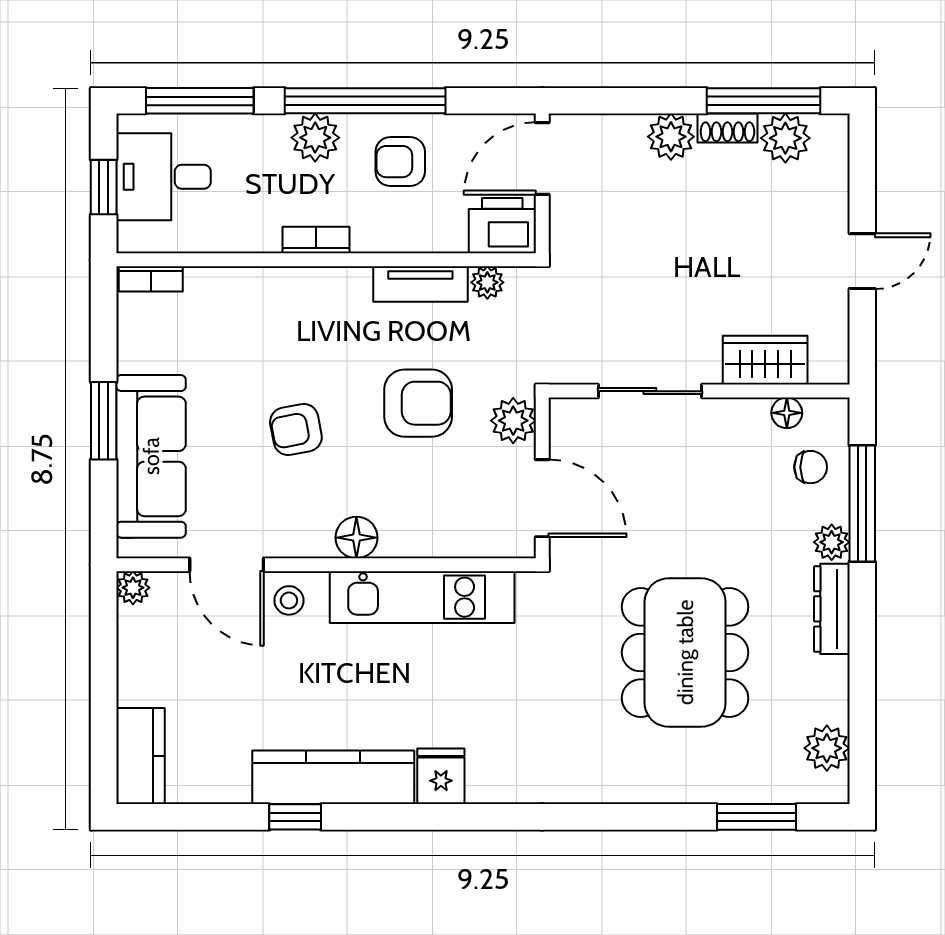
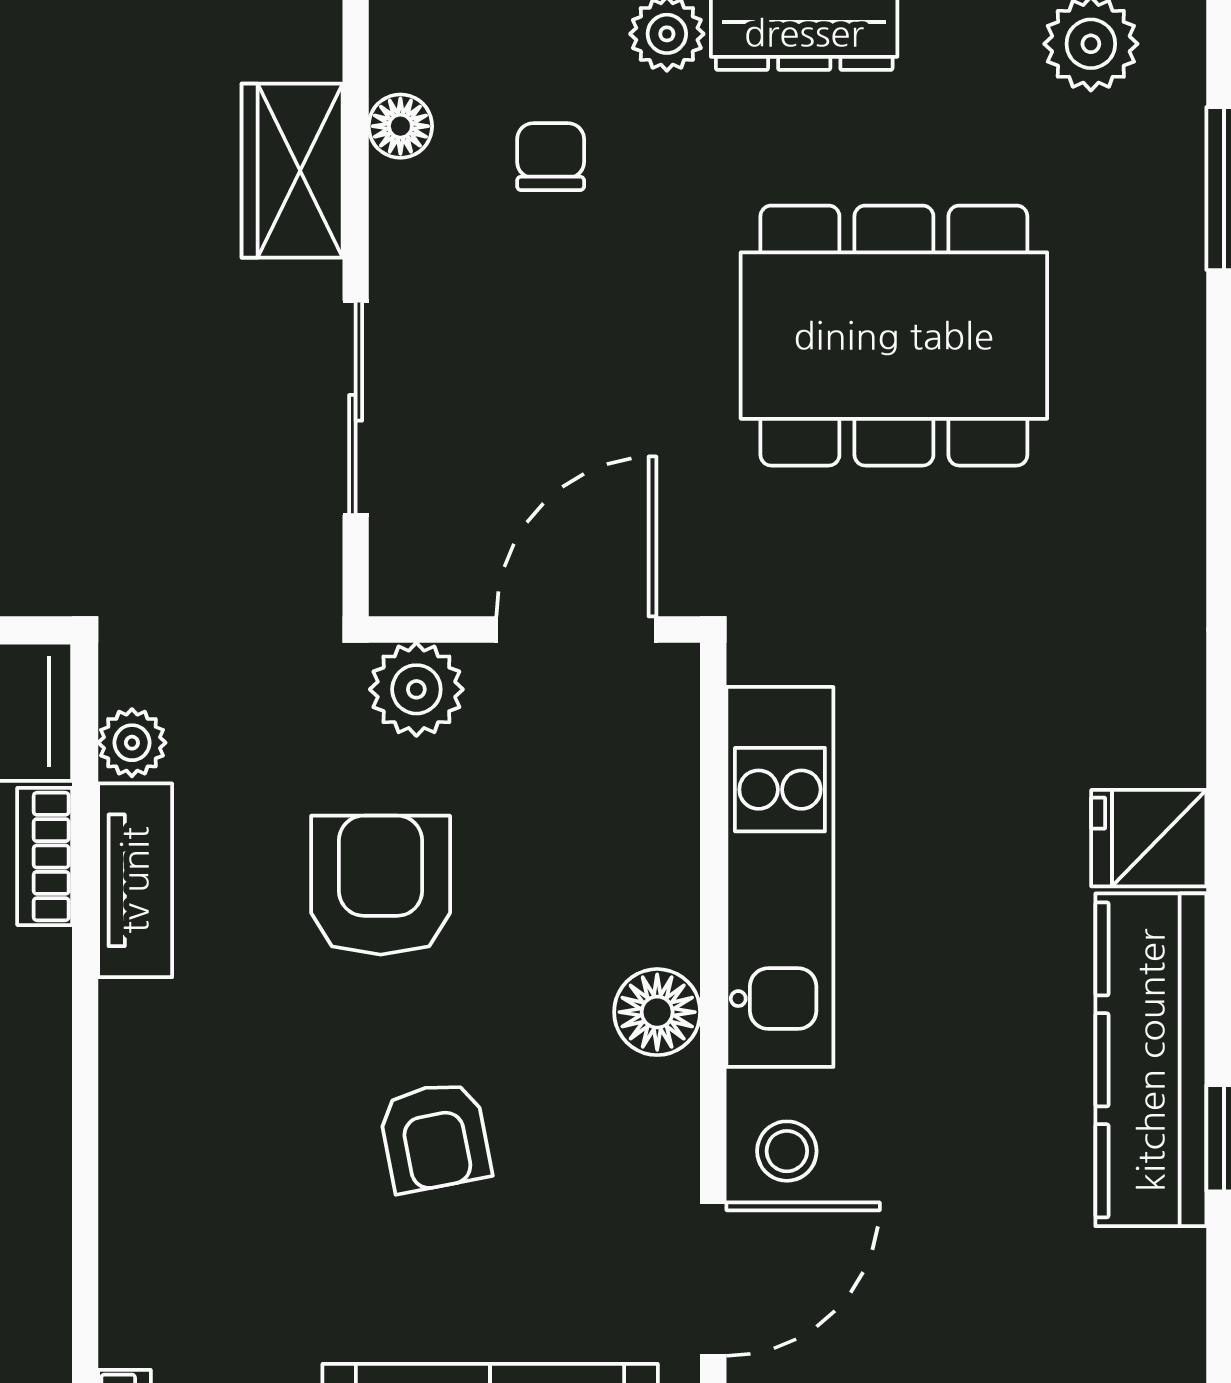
bookcase: (316, 240) -> (45, 856), moved
chair: (811, 467) -> (551, 157), moved

